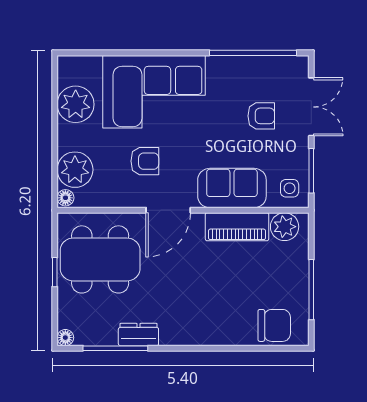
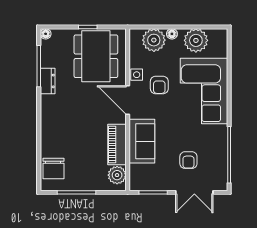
side table: (290, 188) -> (137, 75), moved
floor lamp: (65, 198) -> (172, 34), moved

